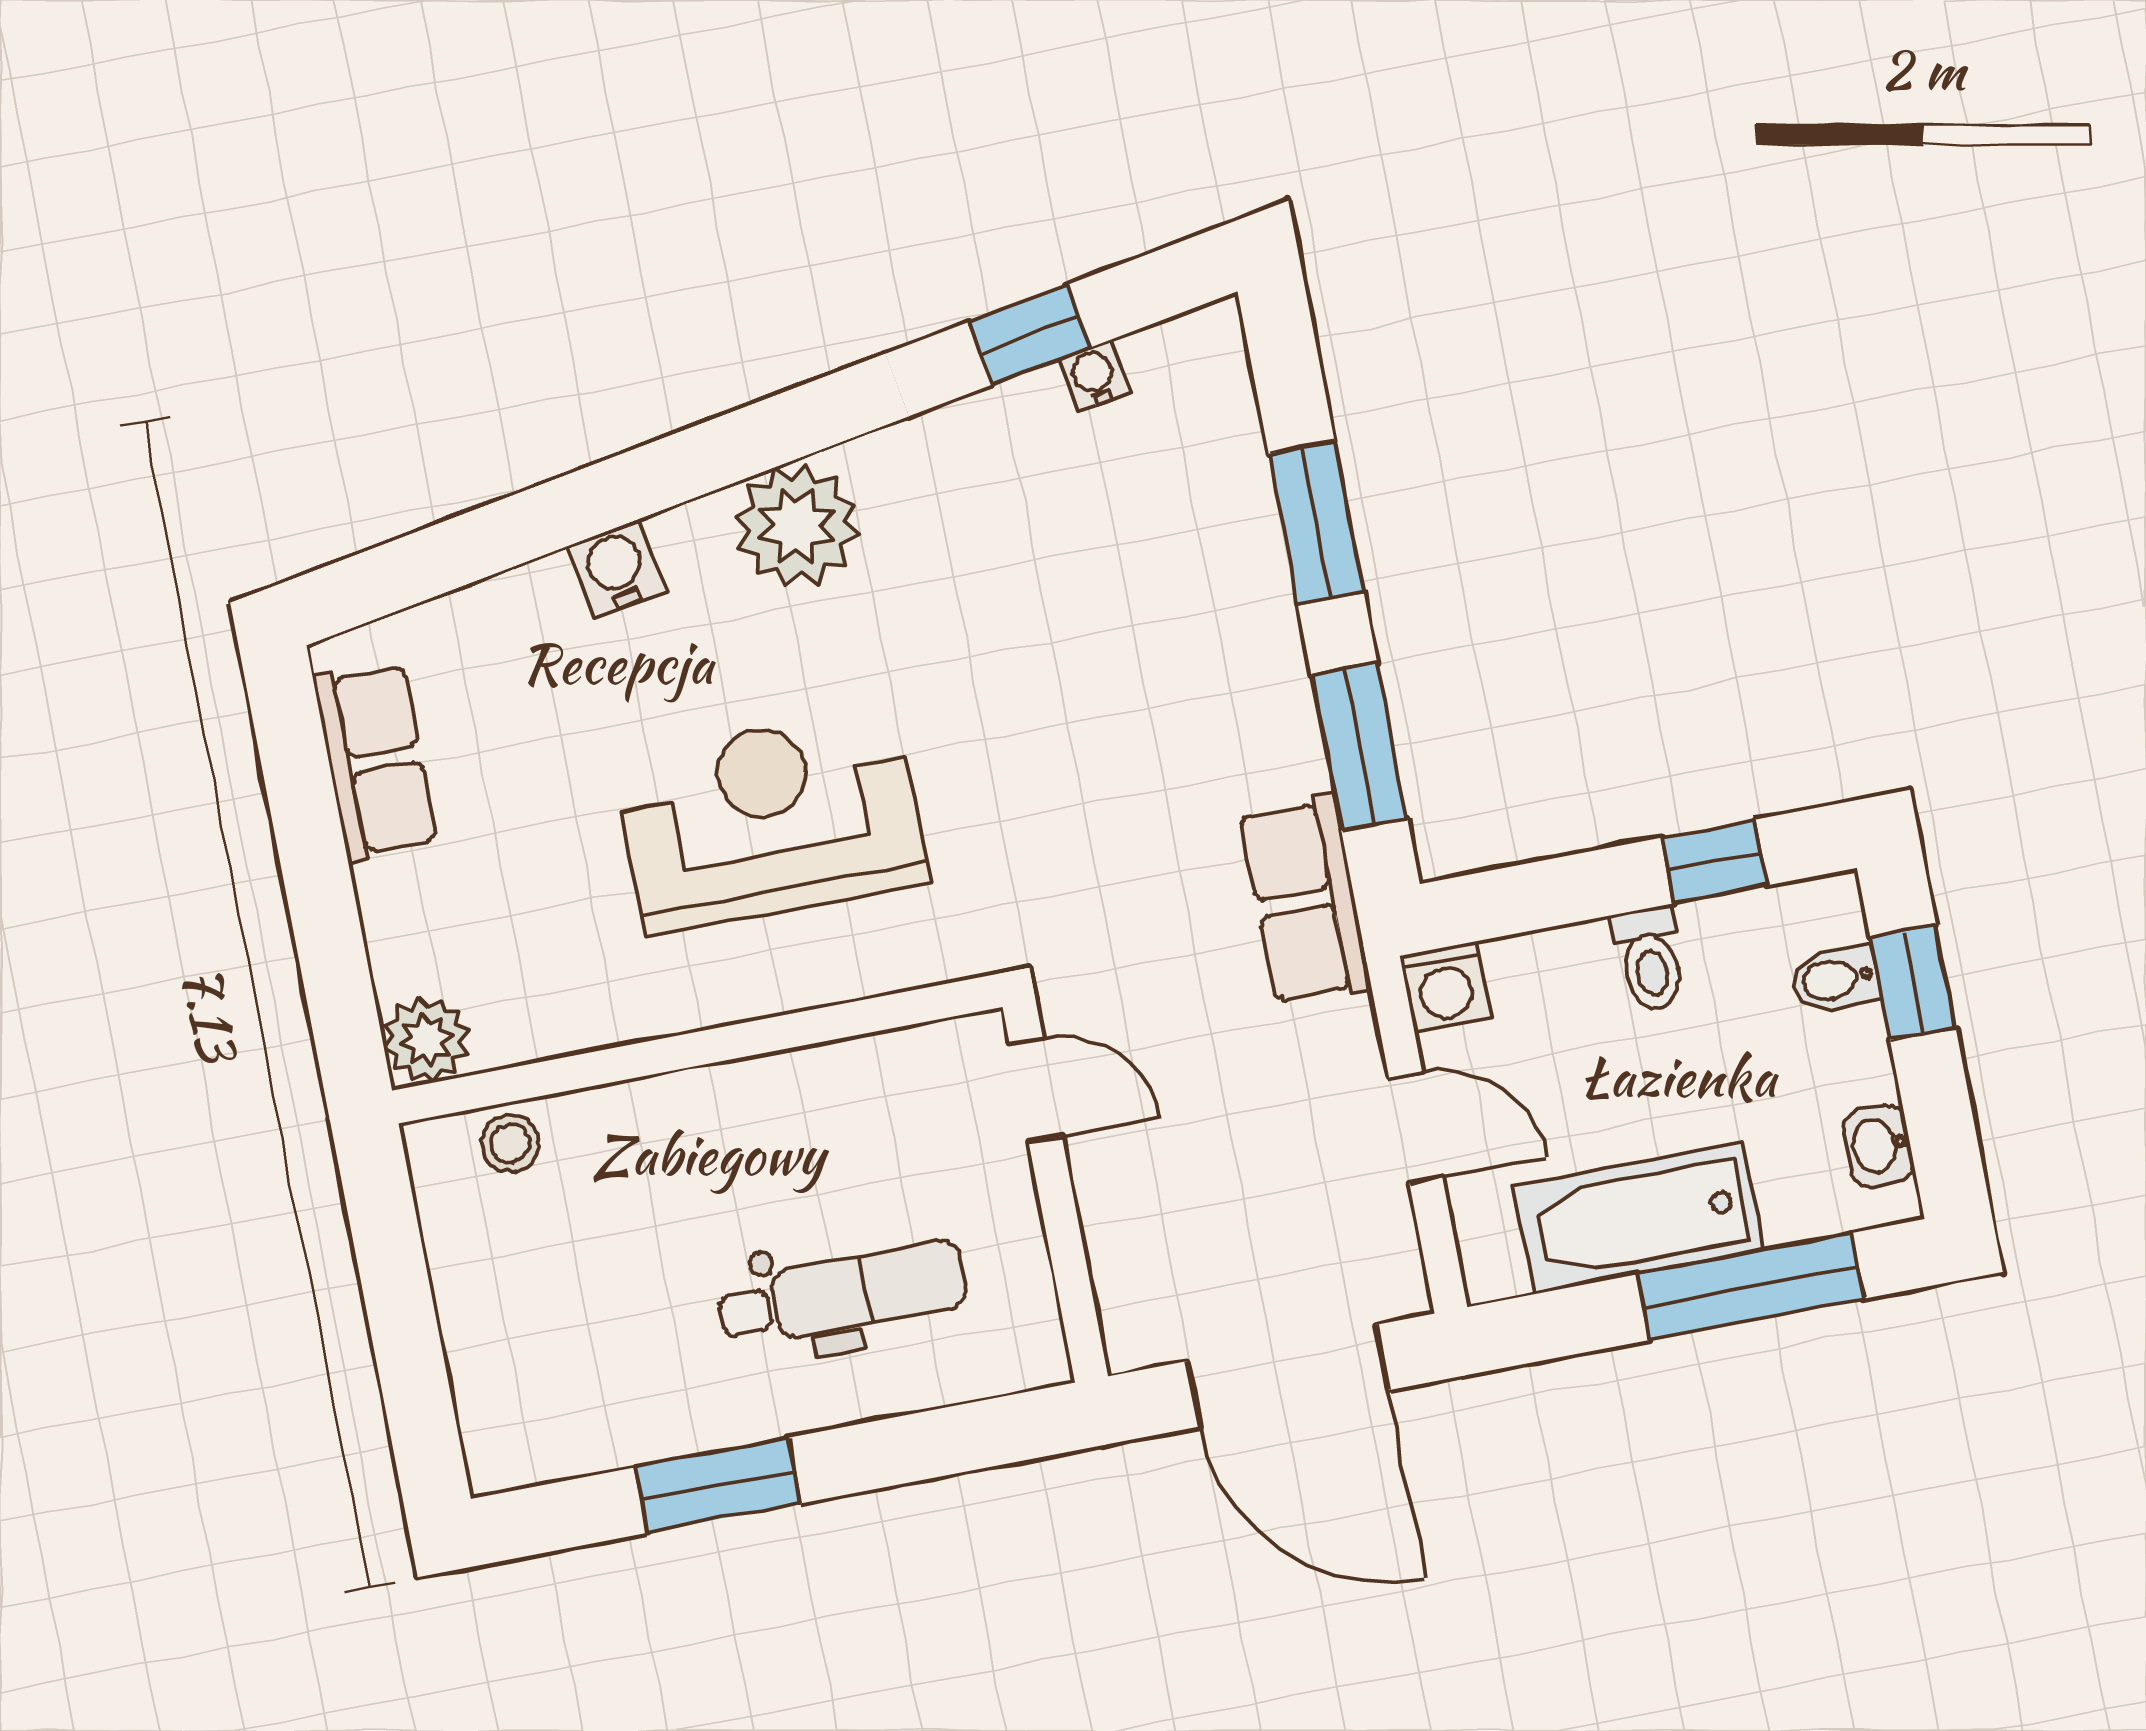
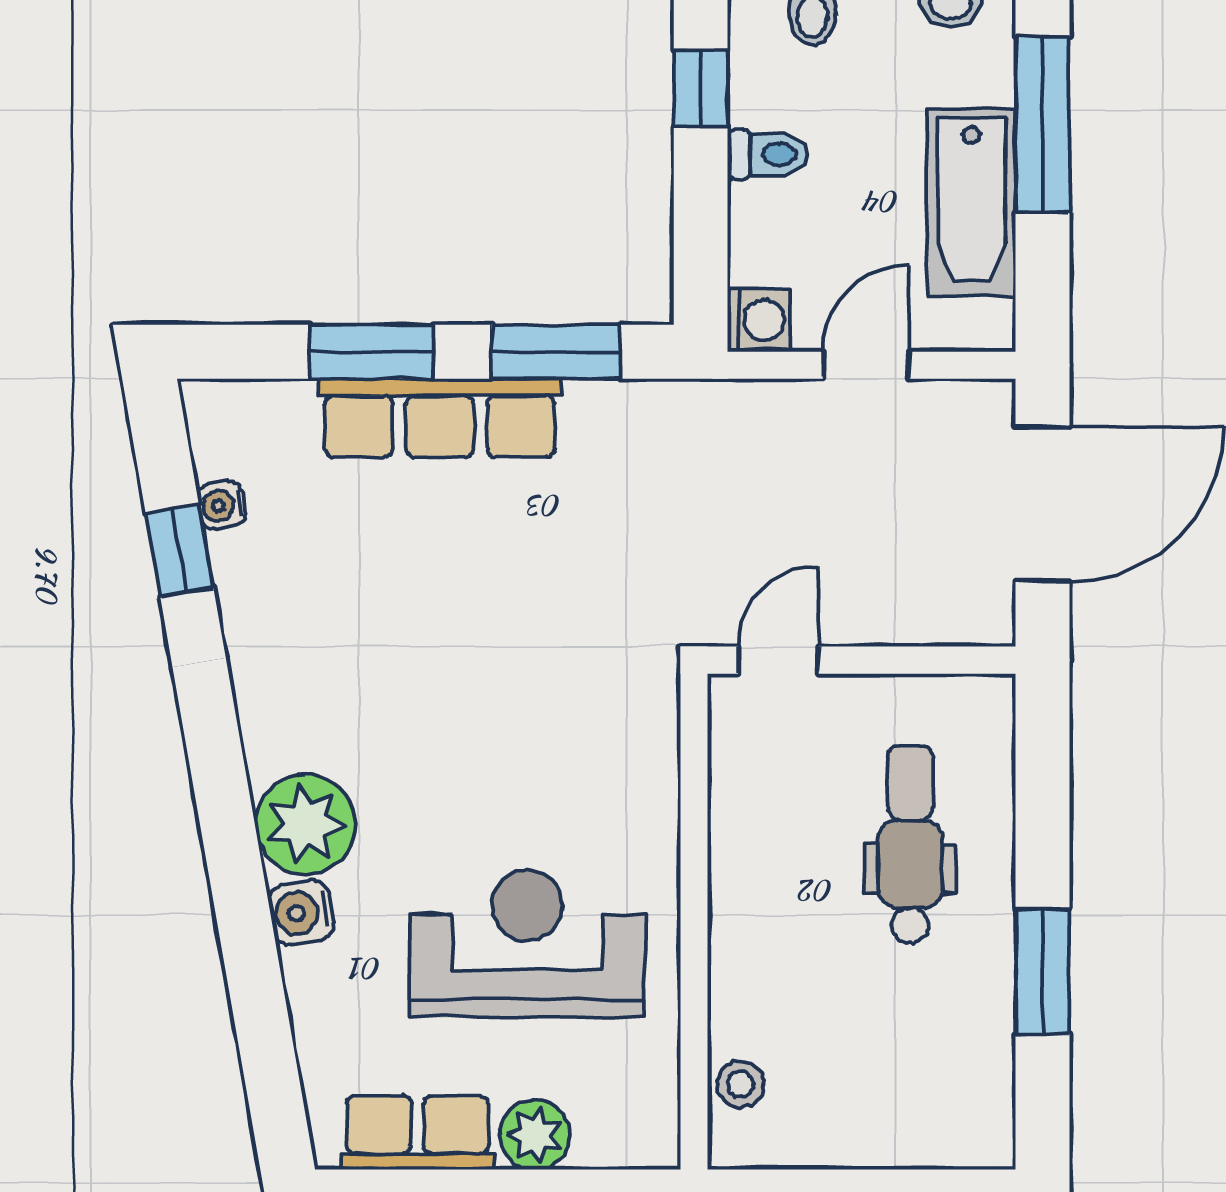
plant: (797, 525) -> (306, 824), moved
reception desk: (771, 820) -> (527, 944), moved, turned 90
row of seats: (1305, 900) -> (440, 418), moved, width x1.48
plant: (426, 1040) -> (535, 1135), moved

